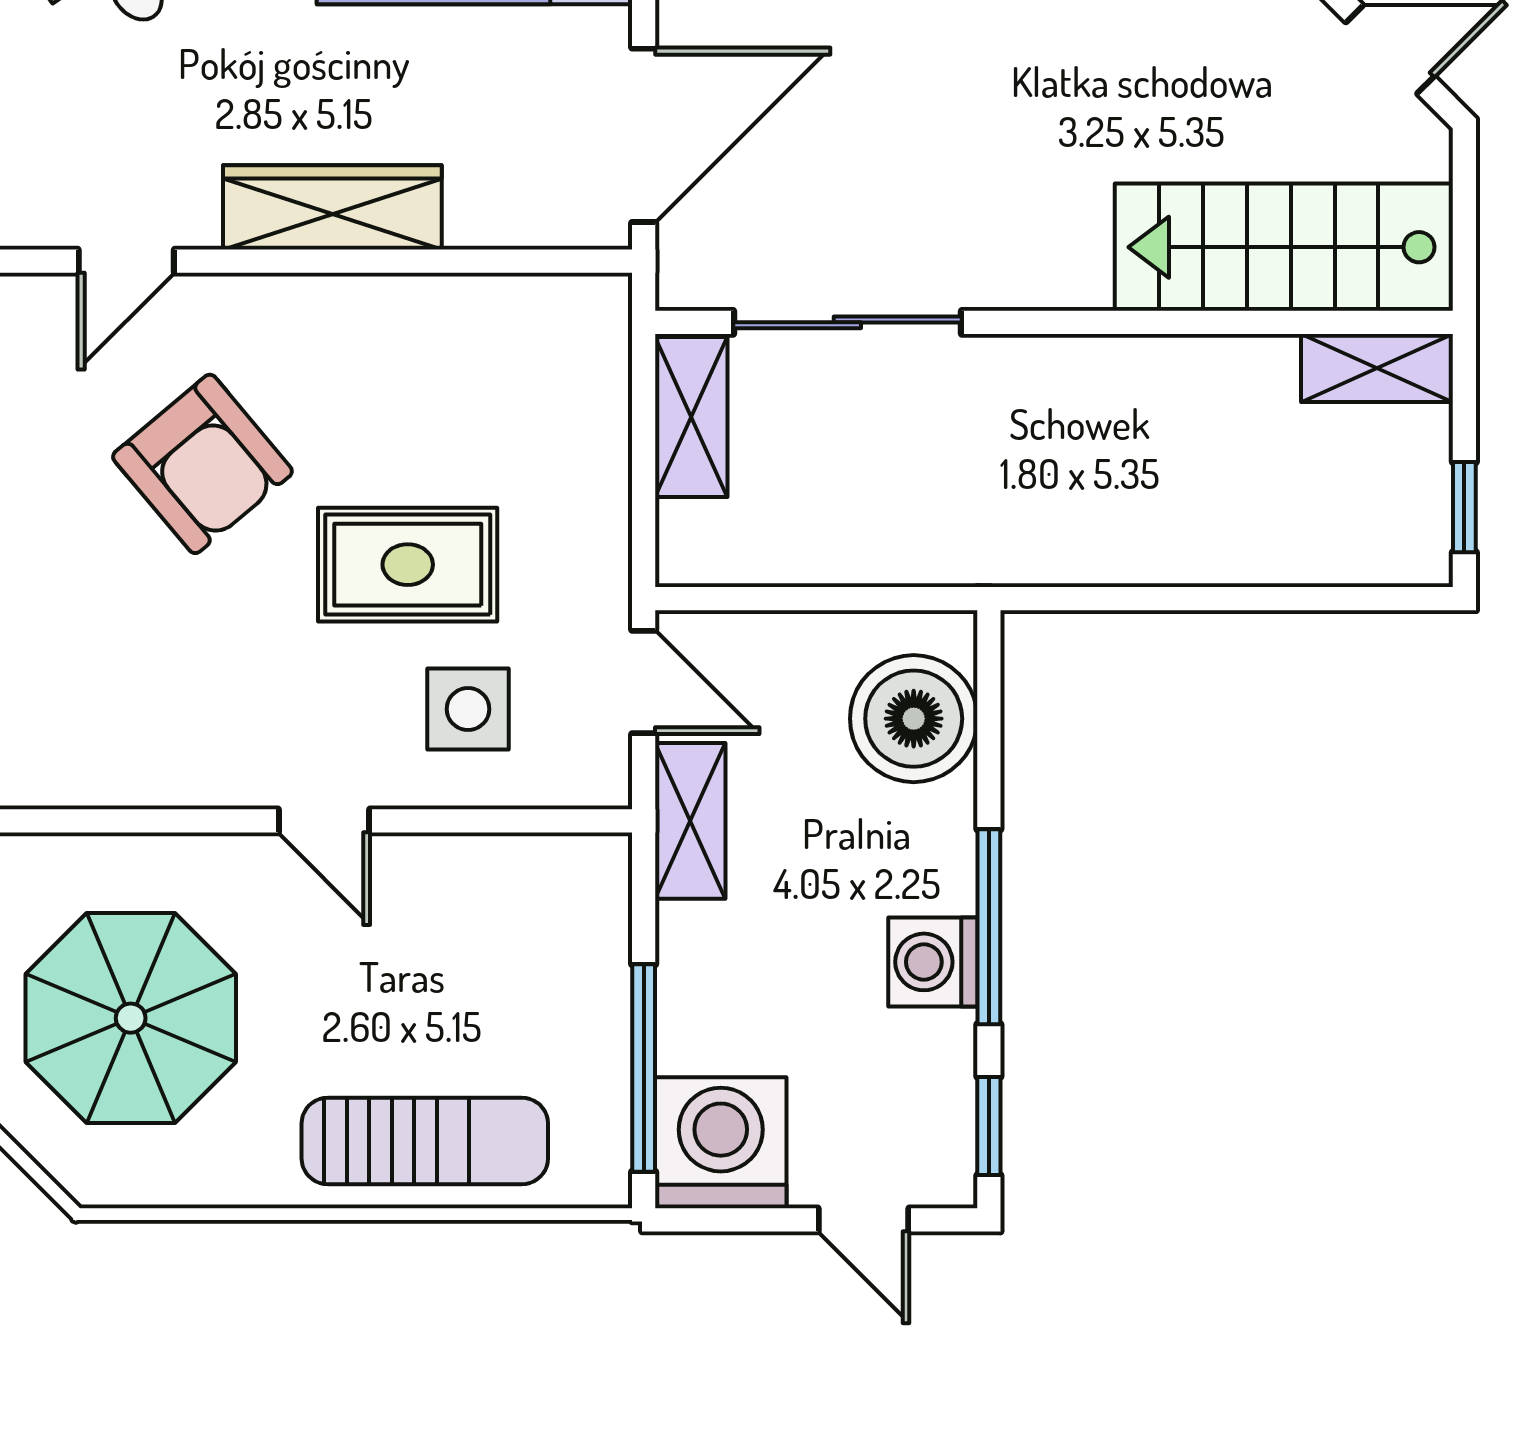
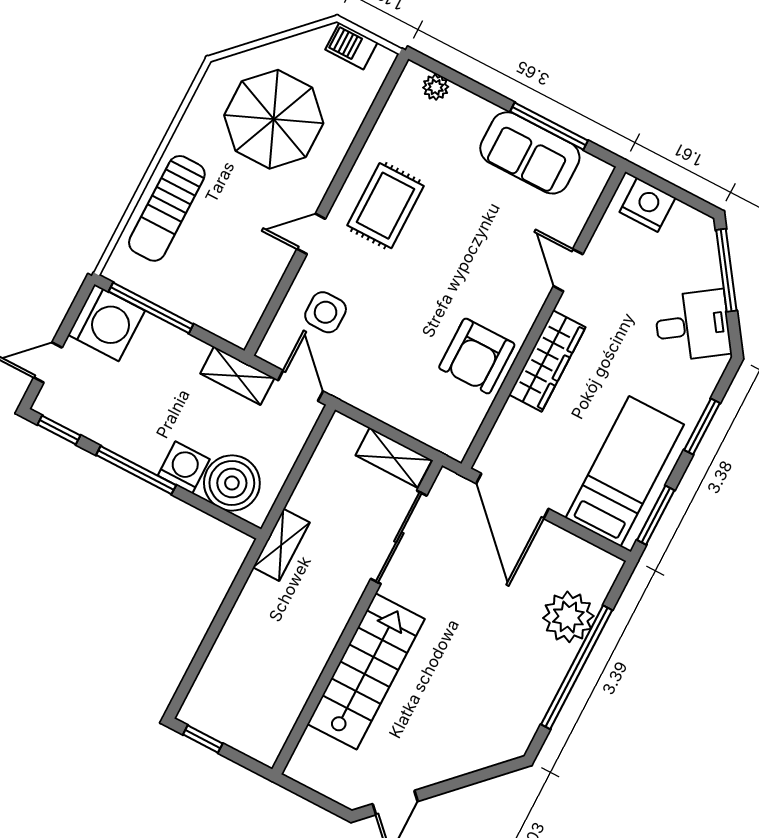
stairs: (1284, 247) -> (366, 671), moved
shelving: (1377, 368) -> (281, 545), moved
armchair: (202, 464) -> (477, 356), moved, turned -50
rug: (408, 565) -> (385, 206), moved
door: (644, 682) -> (301, 386), swing flipped
washing machine: (933, 962) -> (184, 467), moved

